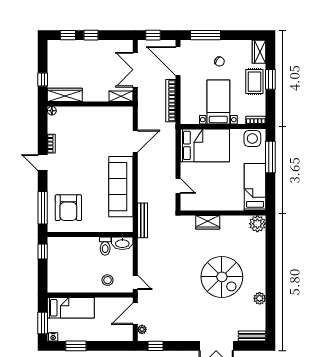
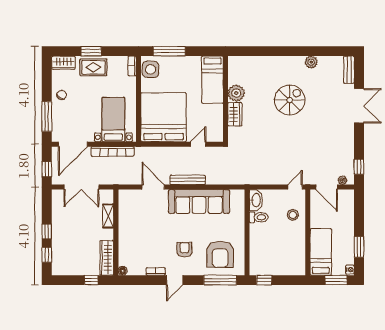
chair: (219, 61) -> (62, 95), moved
shelving: (121, 96) -> (108, 216), moved
bed with nightstands: (218, 102) -> (113, 120), moved, turned 90
bed: (205, 145) -> (164, 117), width x1.36
armchair: (73, 172) -> (184, 250), added
bed: (255, 187) -> (212, 80), moved, turned -90
armchair: (68, 208) -> (220, 254), turned 90
bench: (142, 220) -> (188, 180), moved
plant: (257, 224) -> (236, 93), moved
spiral stairs: (222, 277) -> (290, 100), width x0.73, depth x0.73

